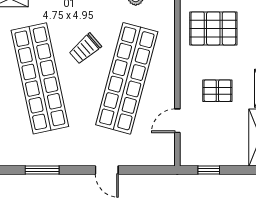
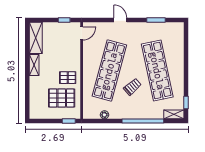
pallet: (217, 91) -> (68, 78), moved
door: (177, 121) -> (82, 33), moved

